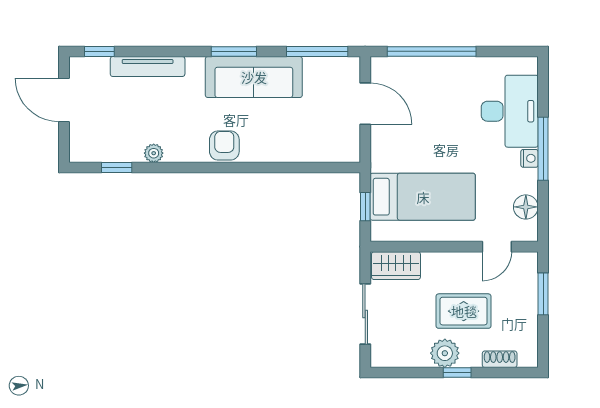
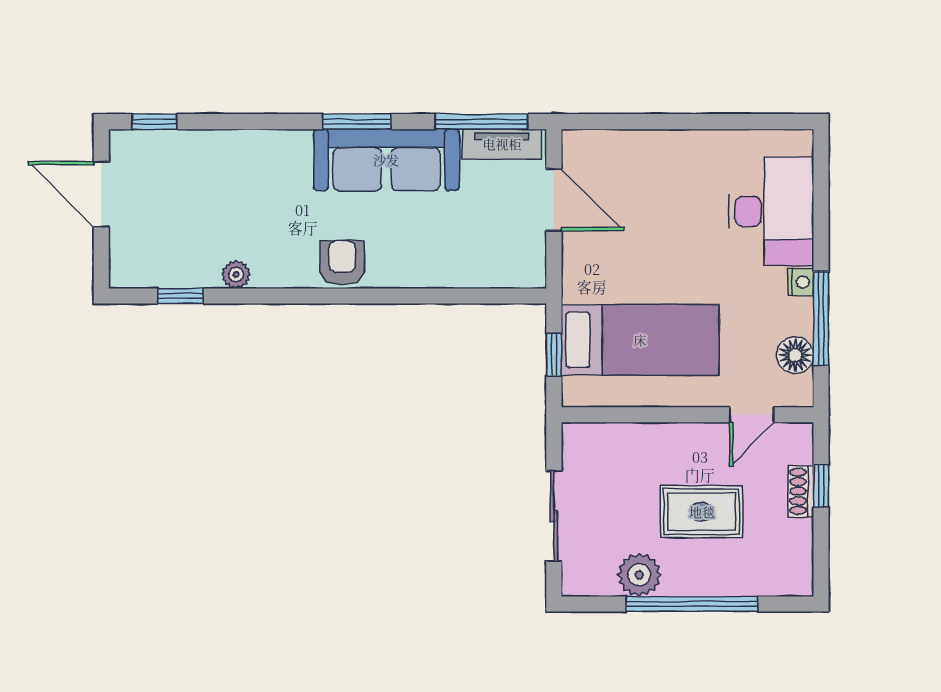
window: (432, 51) -> (654, 122), removed
tv unit: (148, 67) -> (502, 144), moved, width x0.71
window: (543, 149) -> (821, 319), moved
wardrobe: (396, 266) -> (600, 443), removed
window: (543, 294) -> (821, 486), width x0.67
plant: (445, 353) -> (639, 575), moved
shoe rack: (500, 359) -> (801, 491), moved, turned -90
window: (457, 373) -> (692, 604), width x3.17

